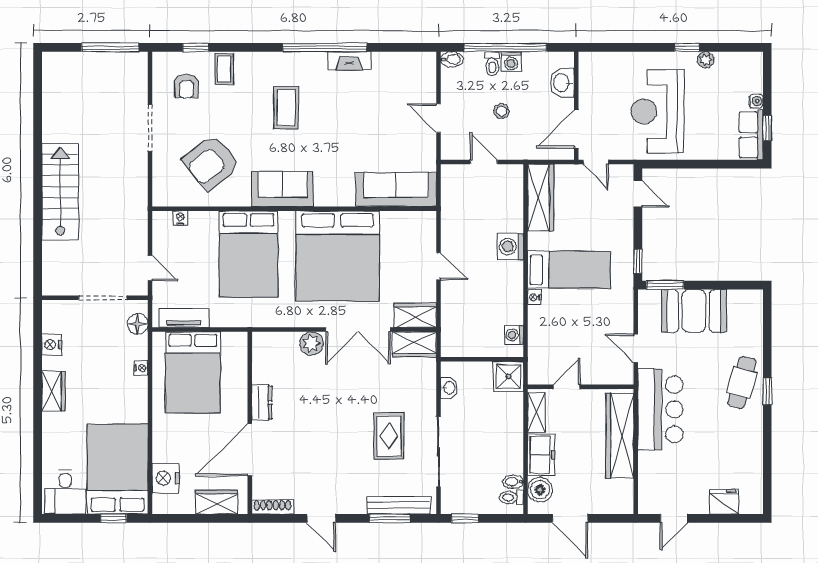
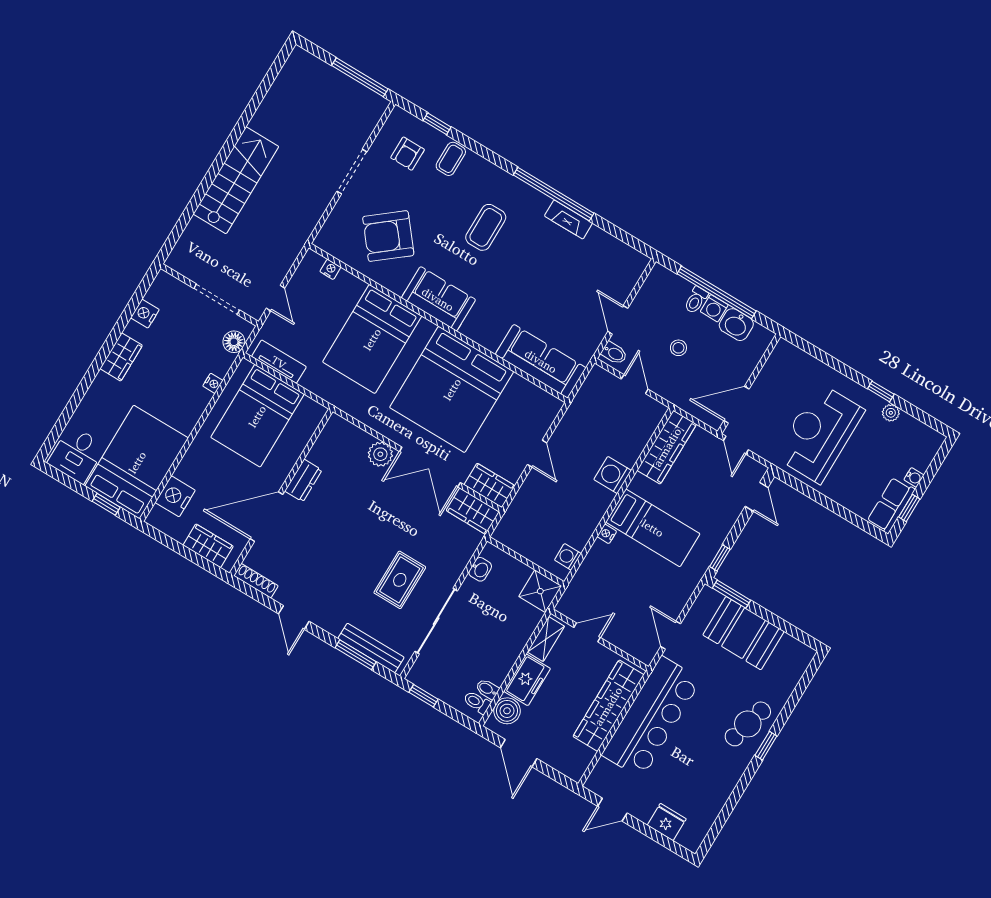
bidet: (452, 59) -> (614, 353), moved
washbasin: (562, 83) -> (736, 325), moved, turned -90
bar counter: (660, 409) -> (652, 717), width x1.36

